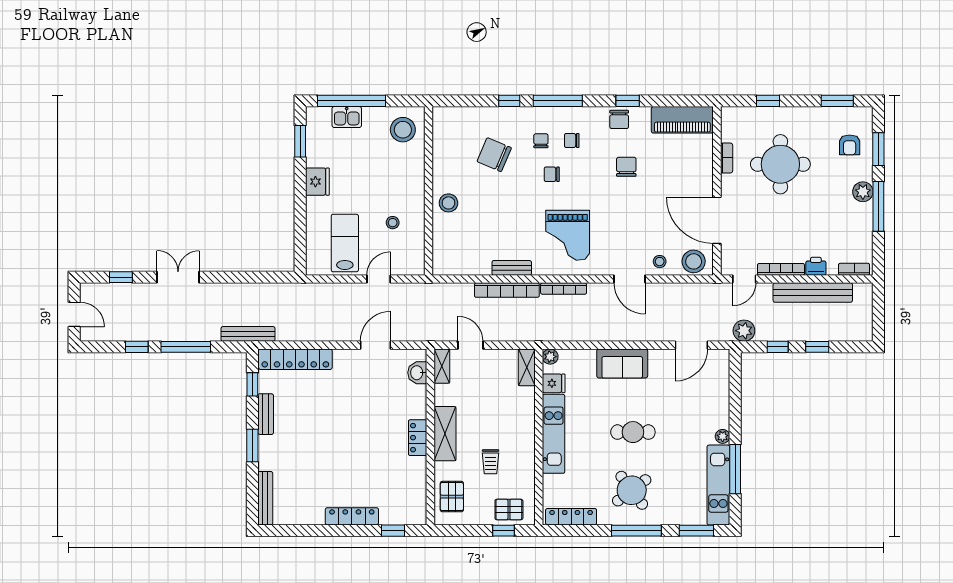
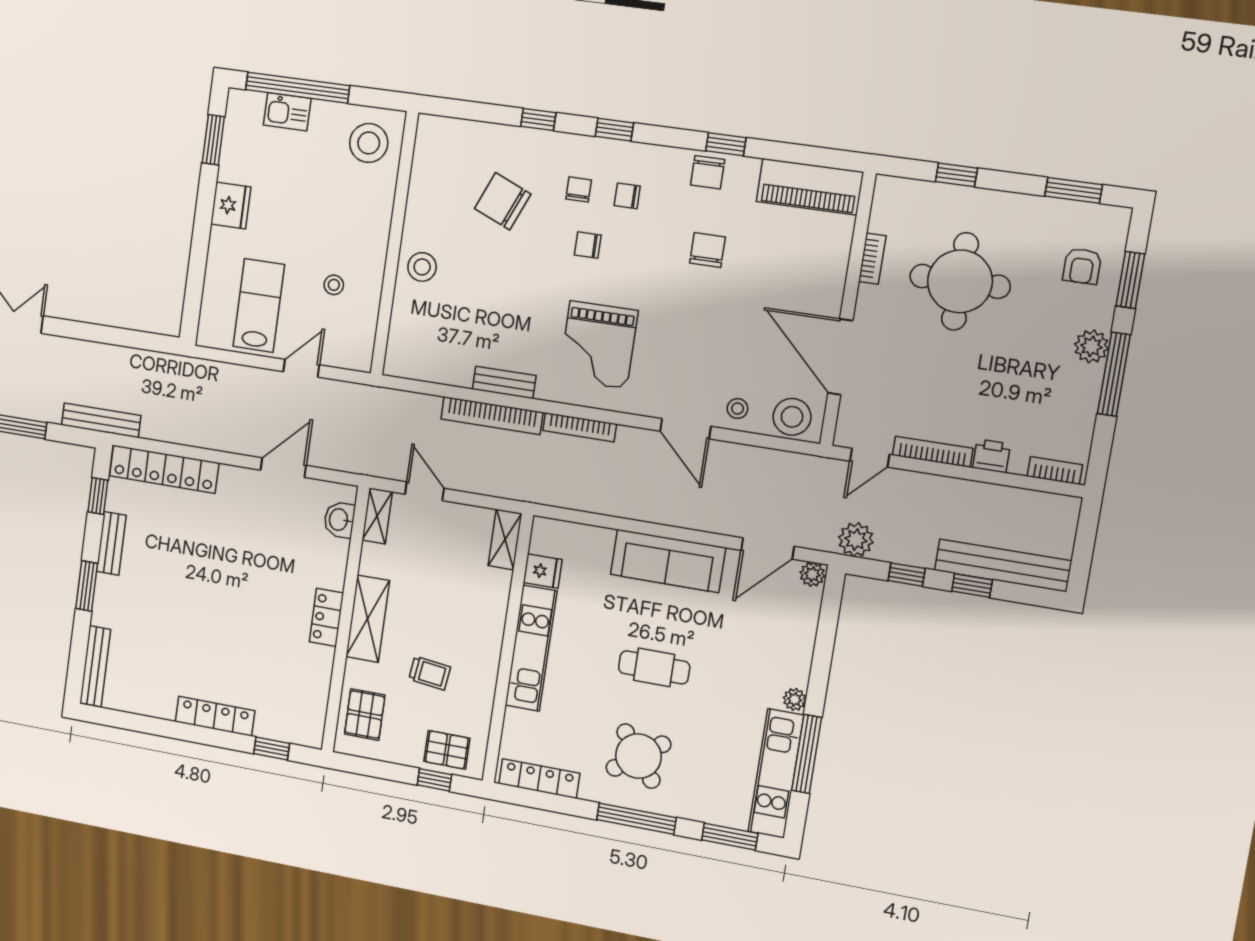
window: (558, 101) -> (614, 130), width x0.46
bench: (813, 293) -> (1003, 565), moved
plant: (550, 357) -> (812, 574), moved
sofa: (622, 363) -> (668, 561), width x1.36
trolley: (491, 462) -> (430, 673), turned -83

